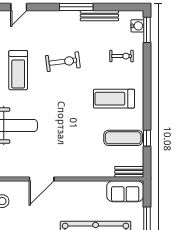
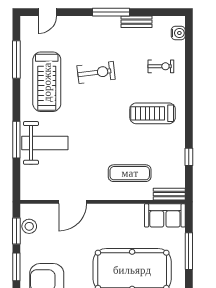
bench: (99, 16) -> (136, 22), width x0.73
window: (147, 30) -> (189, 37), removed
treadmill: (18, 70) -> (47, 82), width x1.37, depth x1.38
exercise mat: (123, 138) -> (130, 173), moved

